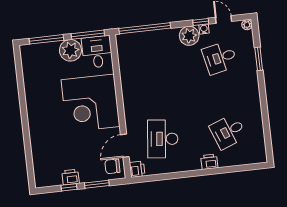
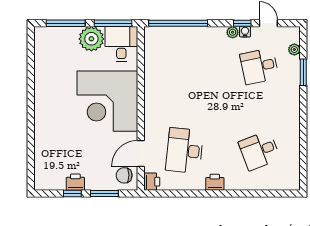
plant: (247, 25) -> (294, 50), moved
plant: (189, 36) -> (233, 32), width x0.53, depth x0.53
printer: (209, 162) -> (215, 182), moved

